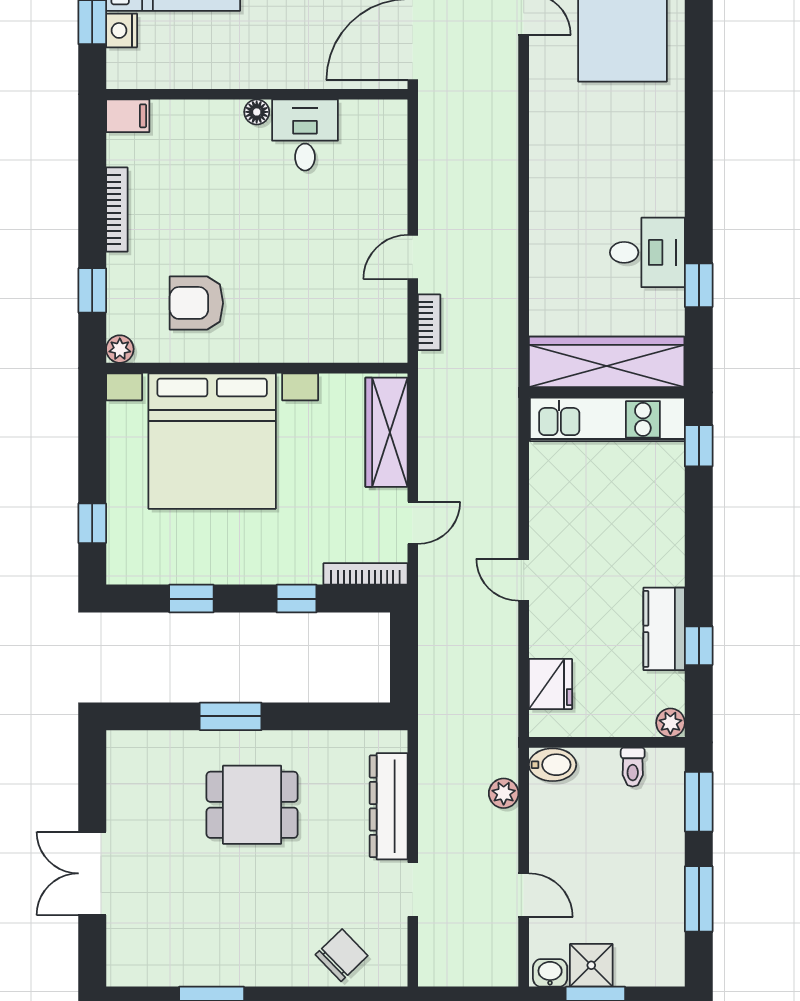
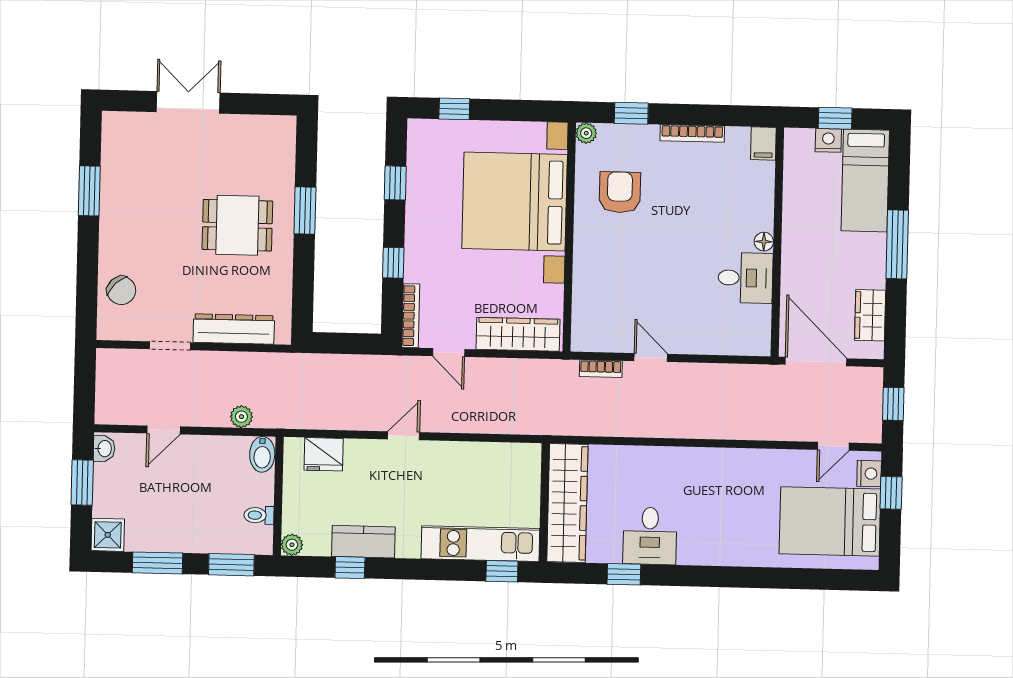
kitchen unit: (607, 419) -> (480, 544), moved, turned 90
dining table: (252, 805) -> (237, 225), turned 90
shower: (591, 965) -> (108, 535), moved

